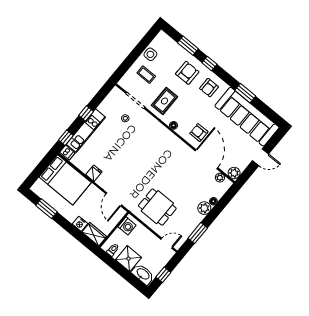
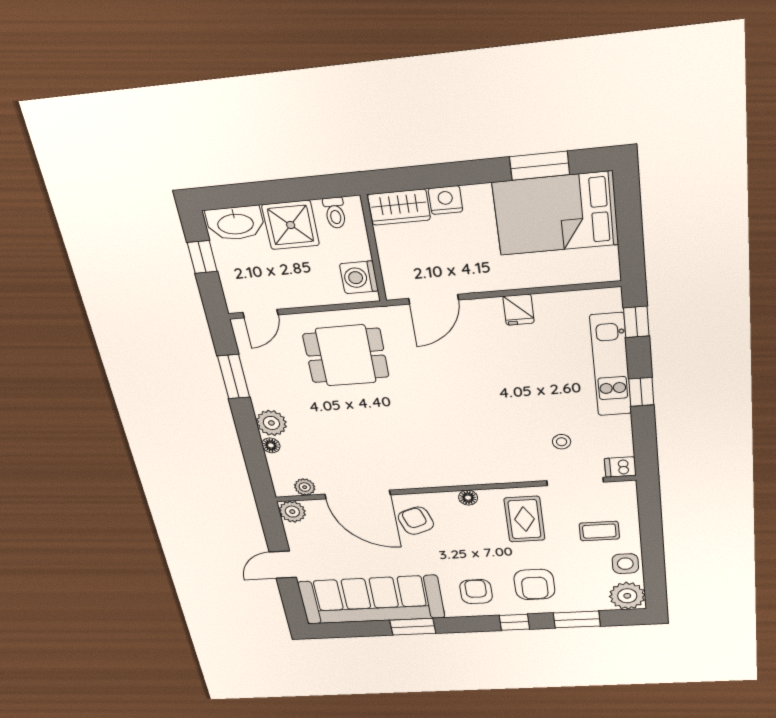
plant: (162, 41) -> (627, 596), added
armchair: (199, 133) -> (416, 521), turned -108
dishwasher: (67, 153) -> (620, 467), moved
bed: (65, 180) -> (556, 214), moved
door: (114, 199) -> (434, 299), swing flipped

